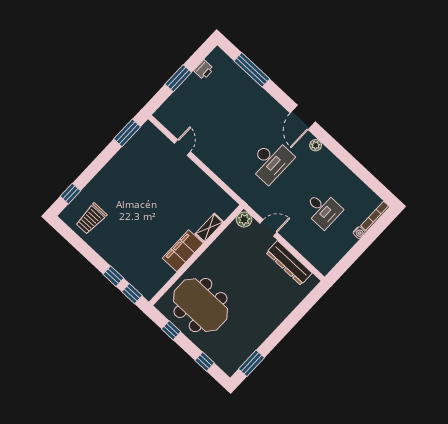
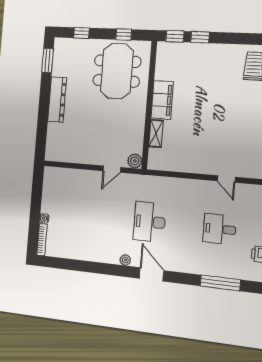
desk: (323, 210) -> (220, 229), moved
dresser: (289, 263) -> (57, 99), moved, turned 90
meeting table: (200, 305) -> (117, 71), turned 90

